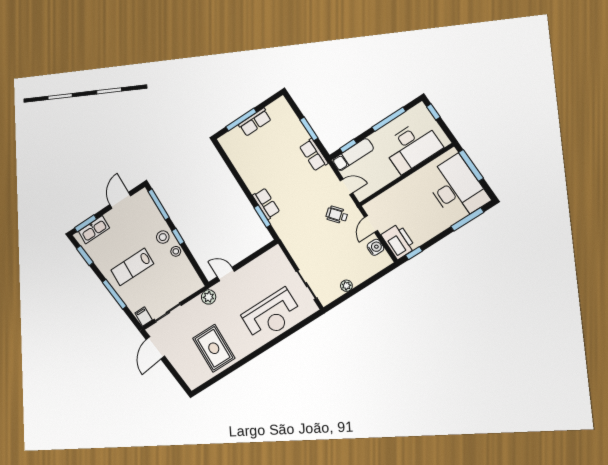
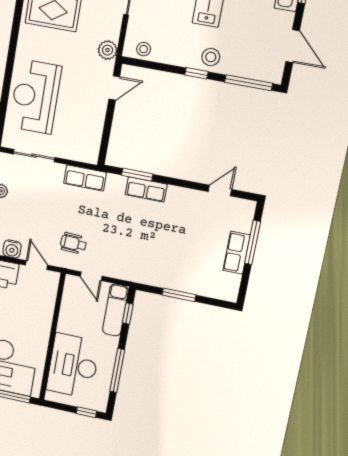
row of seats: (314, 155) -> (85, 178), moved, turned 180
door: (229, 164) -> (220, 190), added
door: (346, 187) -> (91, 276), hinge flipped
wheelchair: (337, 215) -> (73, 243), turned -137
stool: (176, 251) -> (144, 49), moved

